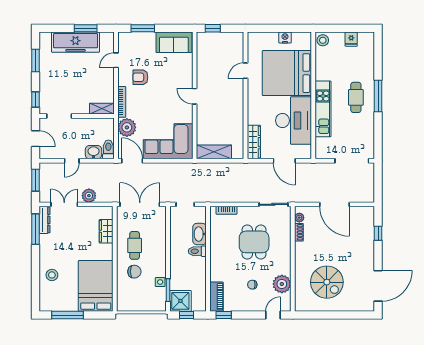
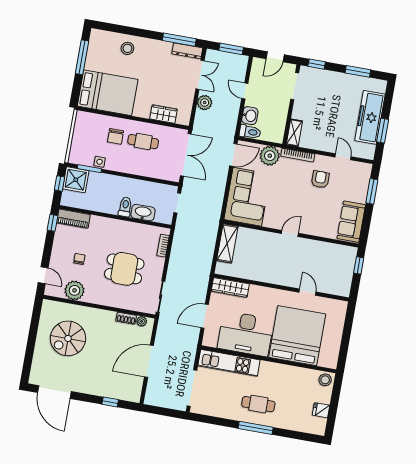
nightstand: (285, 37) -> (335, 340), removed
kitchen unit: (323, 109) -> (229, 363), moved

